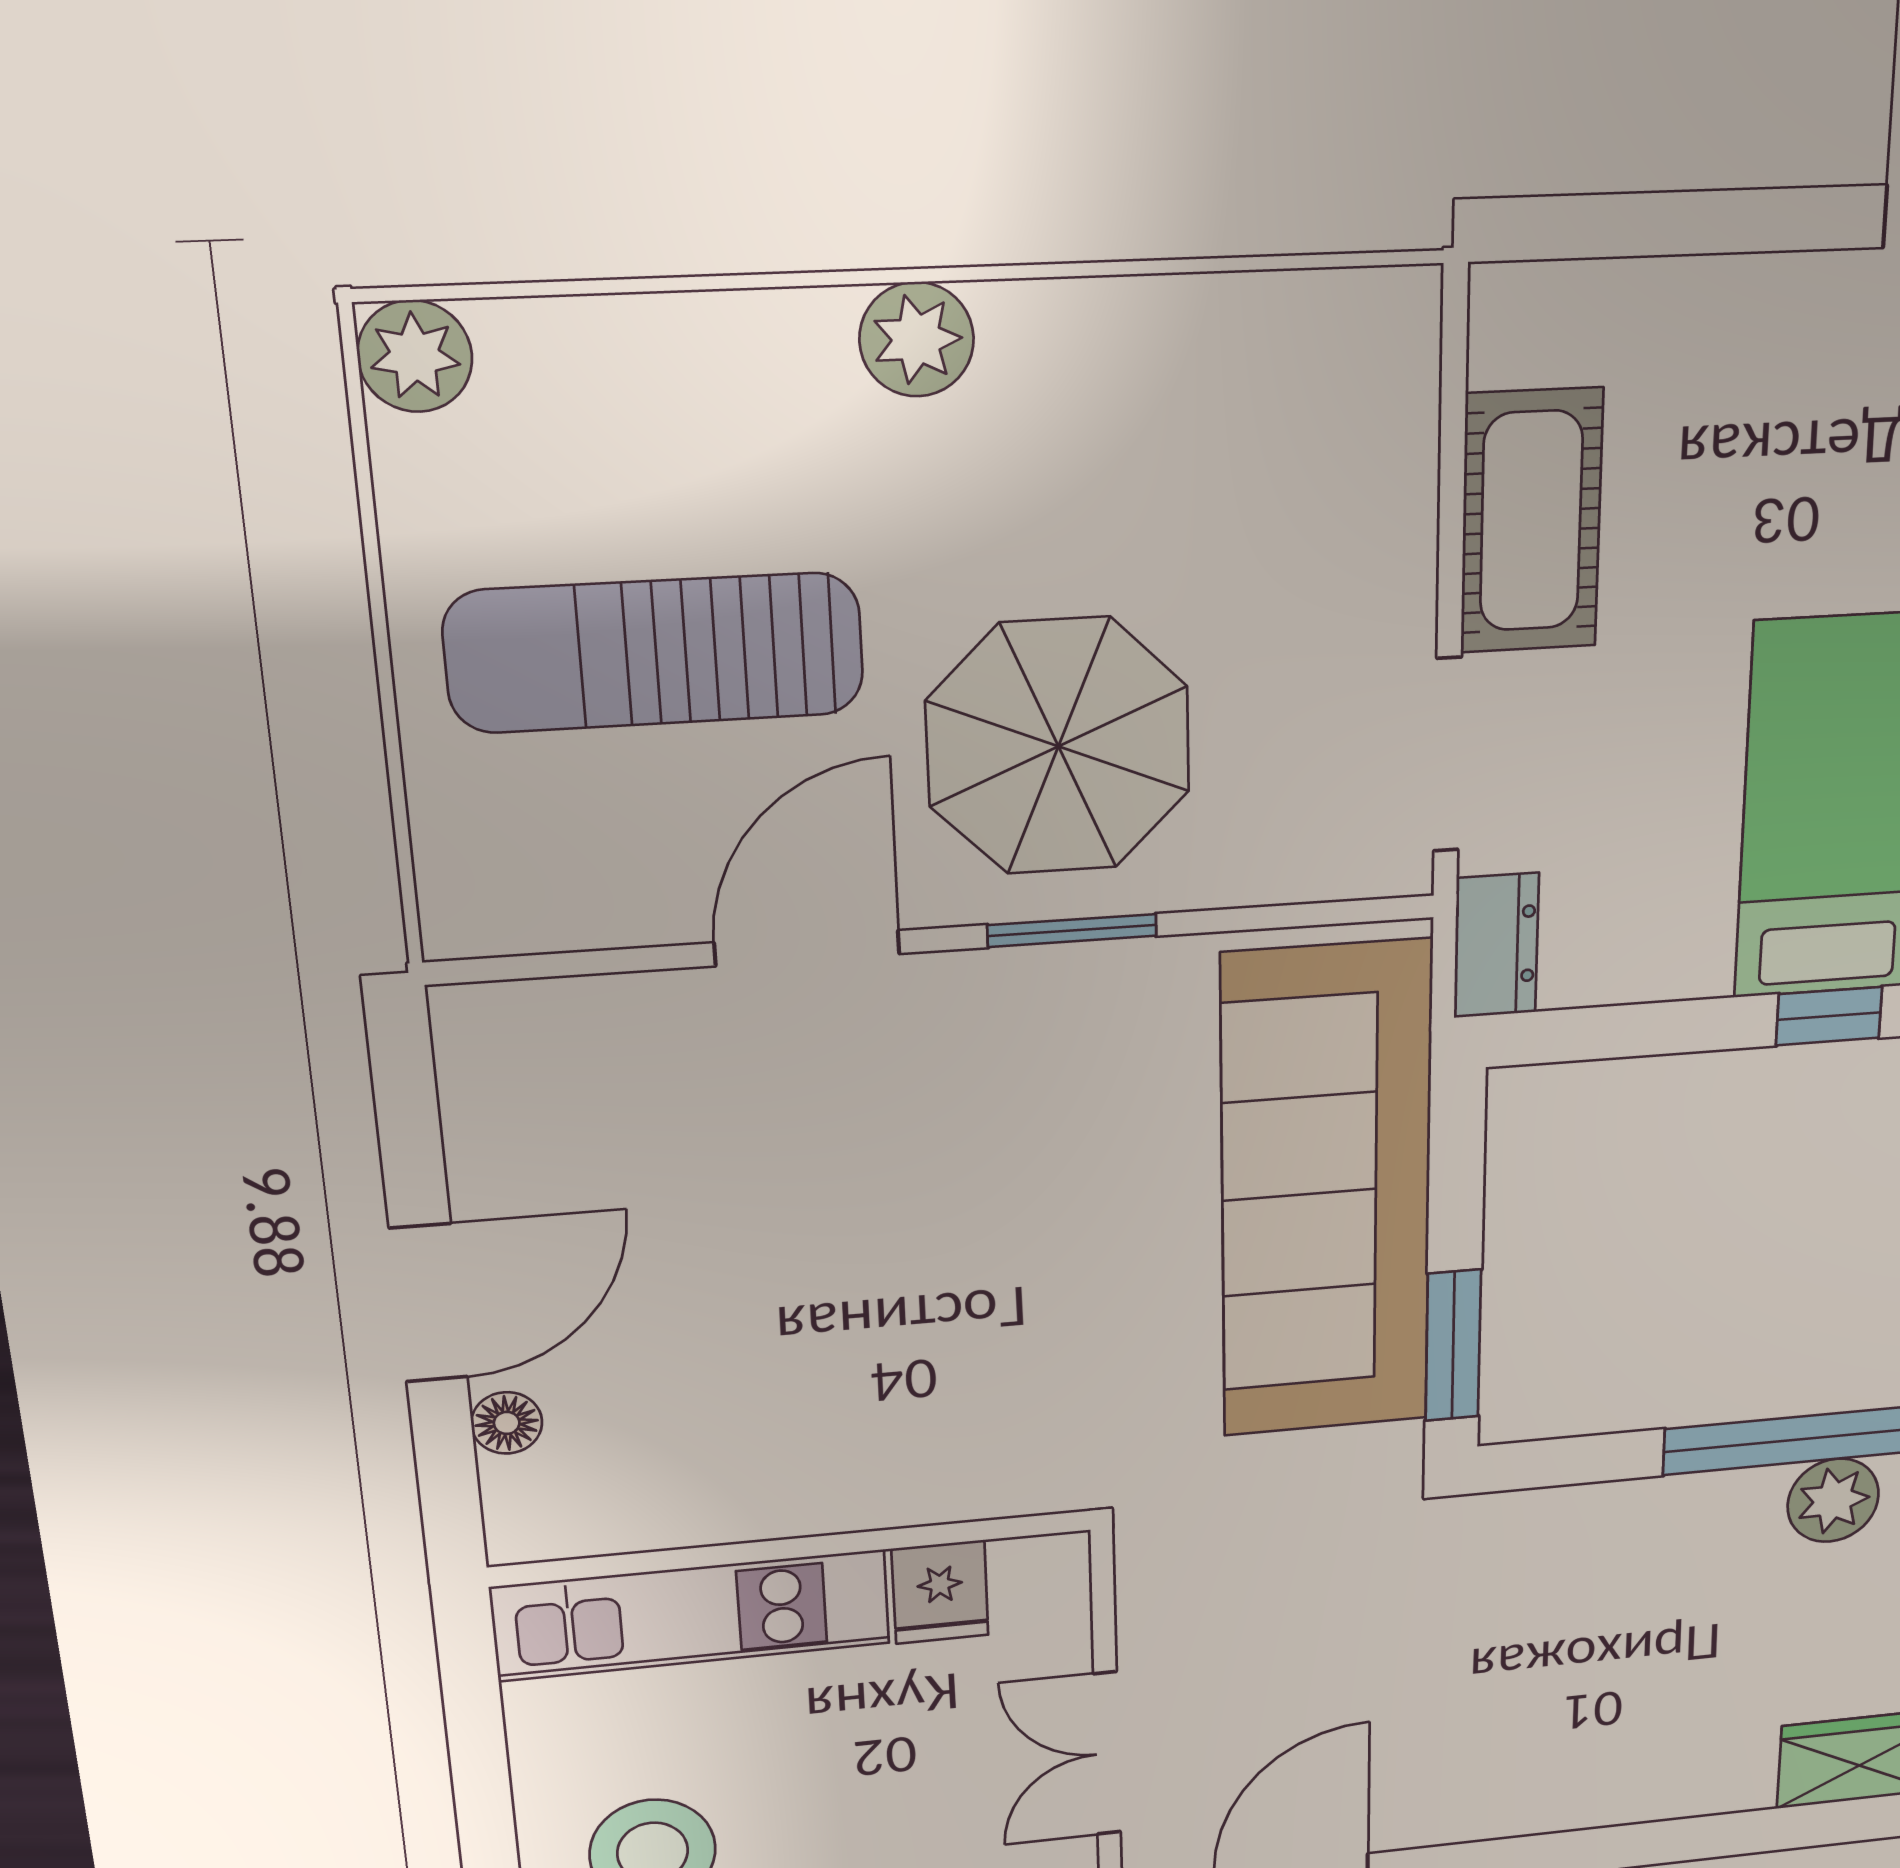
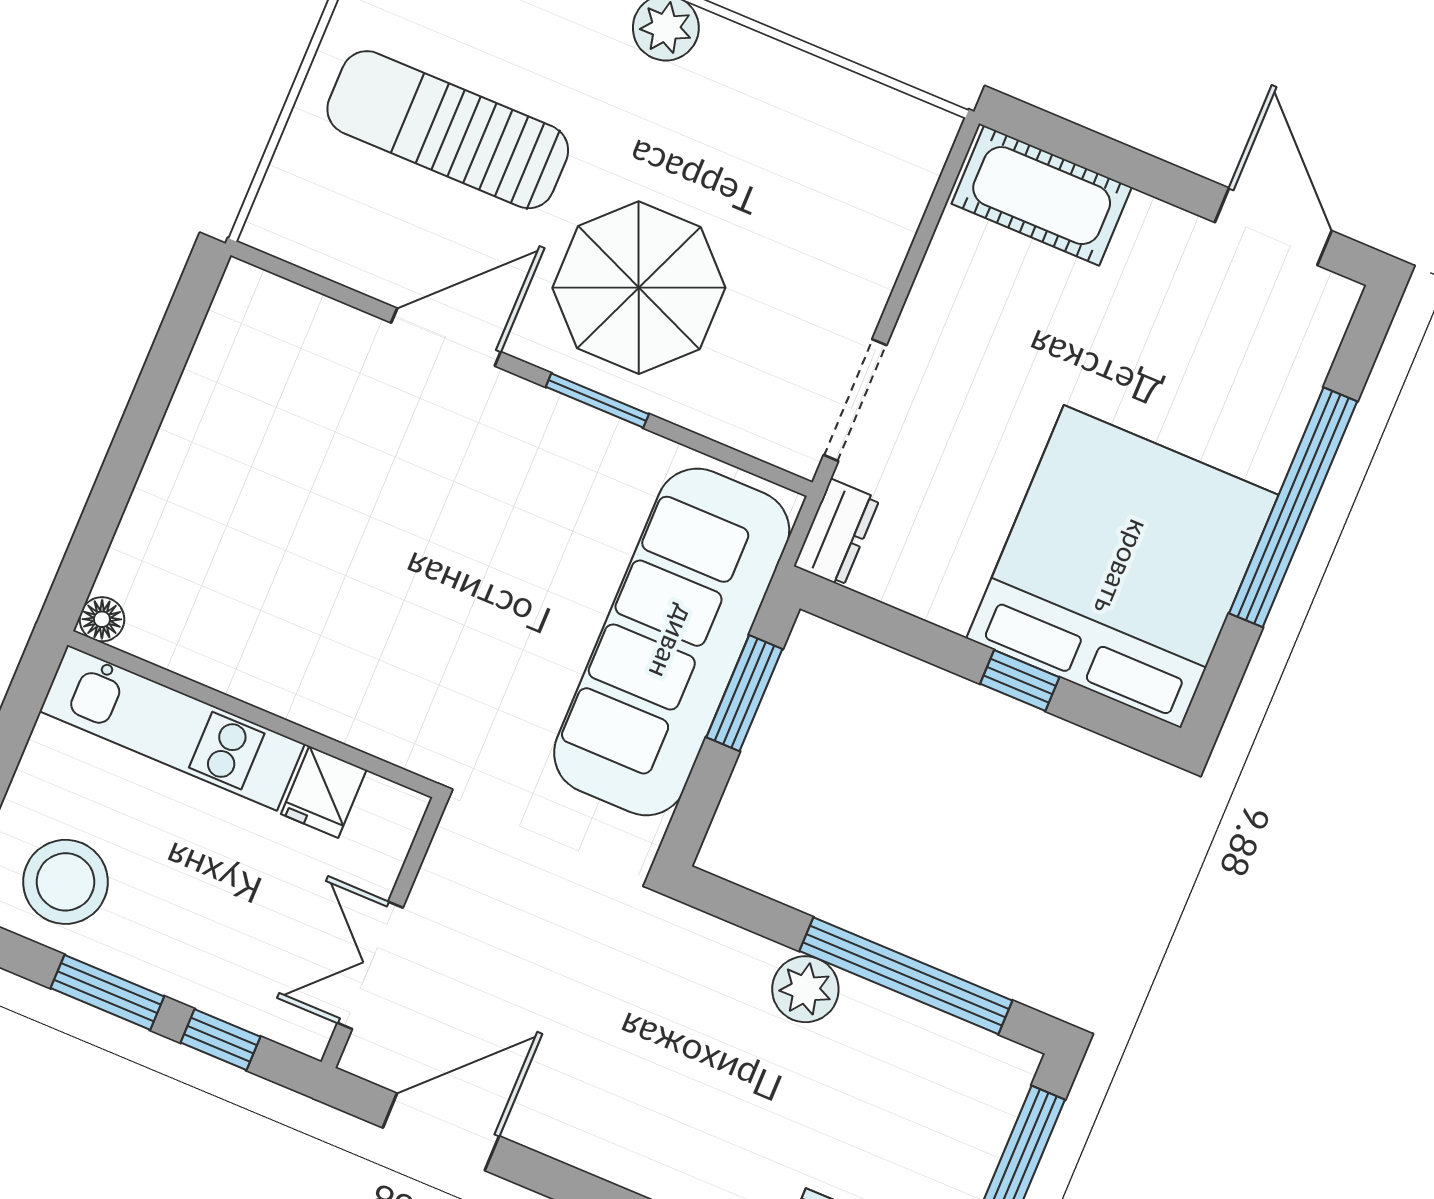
cot: (1531, 521) -> (1042, 196), moved, turned 90
door: (428, 1303) -> (131, 445), removed
window: (1453, 1345) -> (744, 693), moved
floor lamp: (507, 1423) -> (102, 619), moved
plant: (1833, 1500) -> (805, 989), moved

